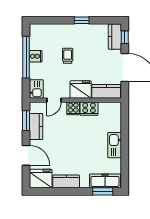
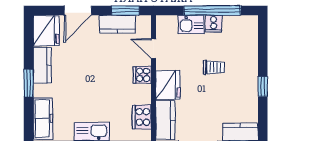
kitchen sink: (36, 89) -> (191, 25), moved
cooker: (89, 109) -> (142, 117), moved
window: (103, 191) -> (29, 83), moved

